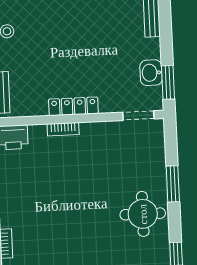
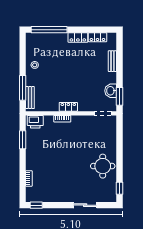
locker: (73, 106) -> (68, 107), width x0.66
window: (173, 184) -> (120, 151), removed

